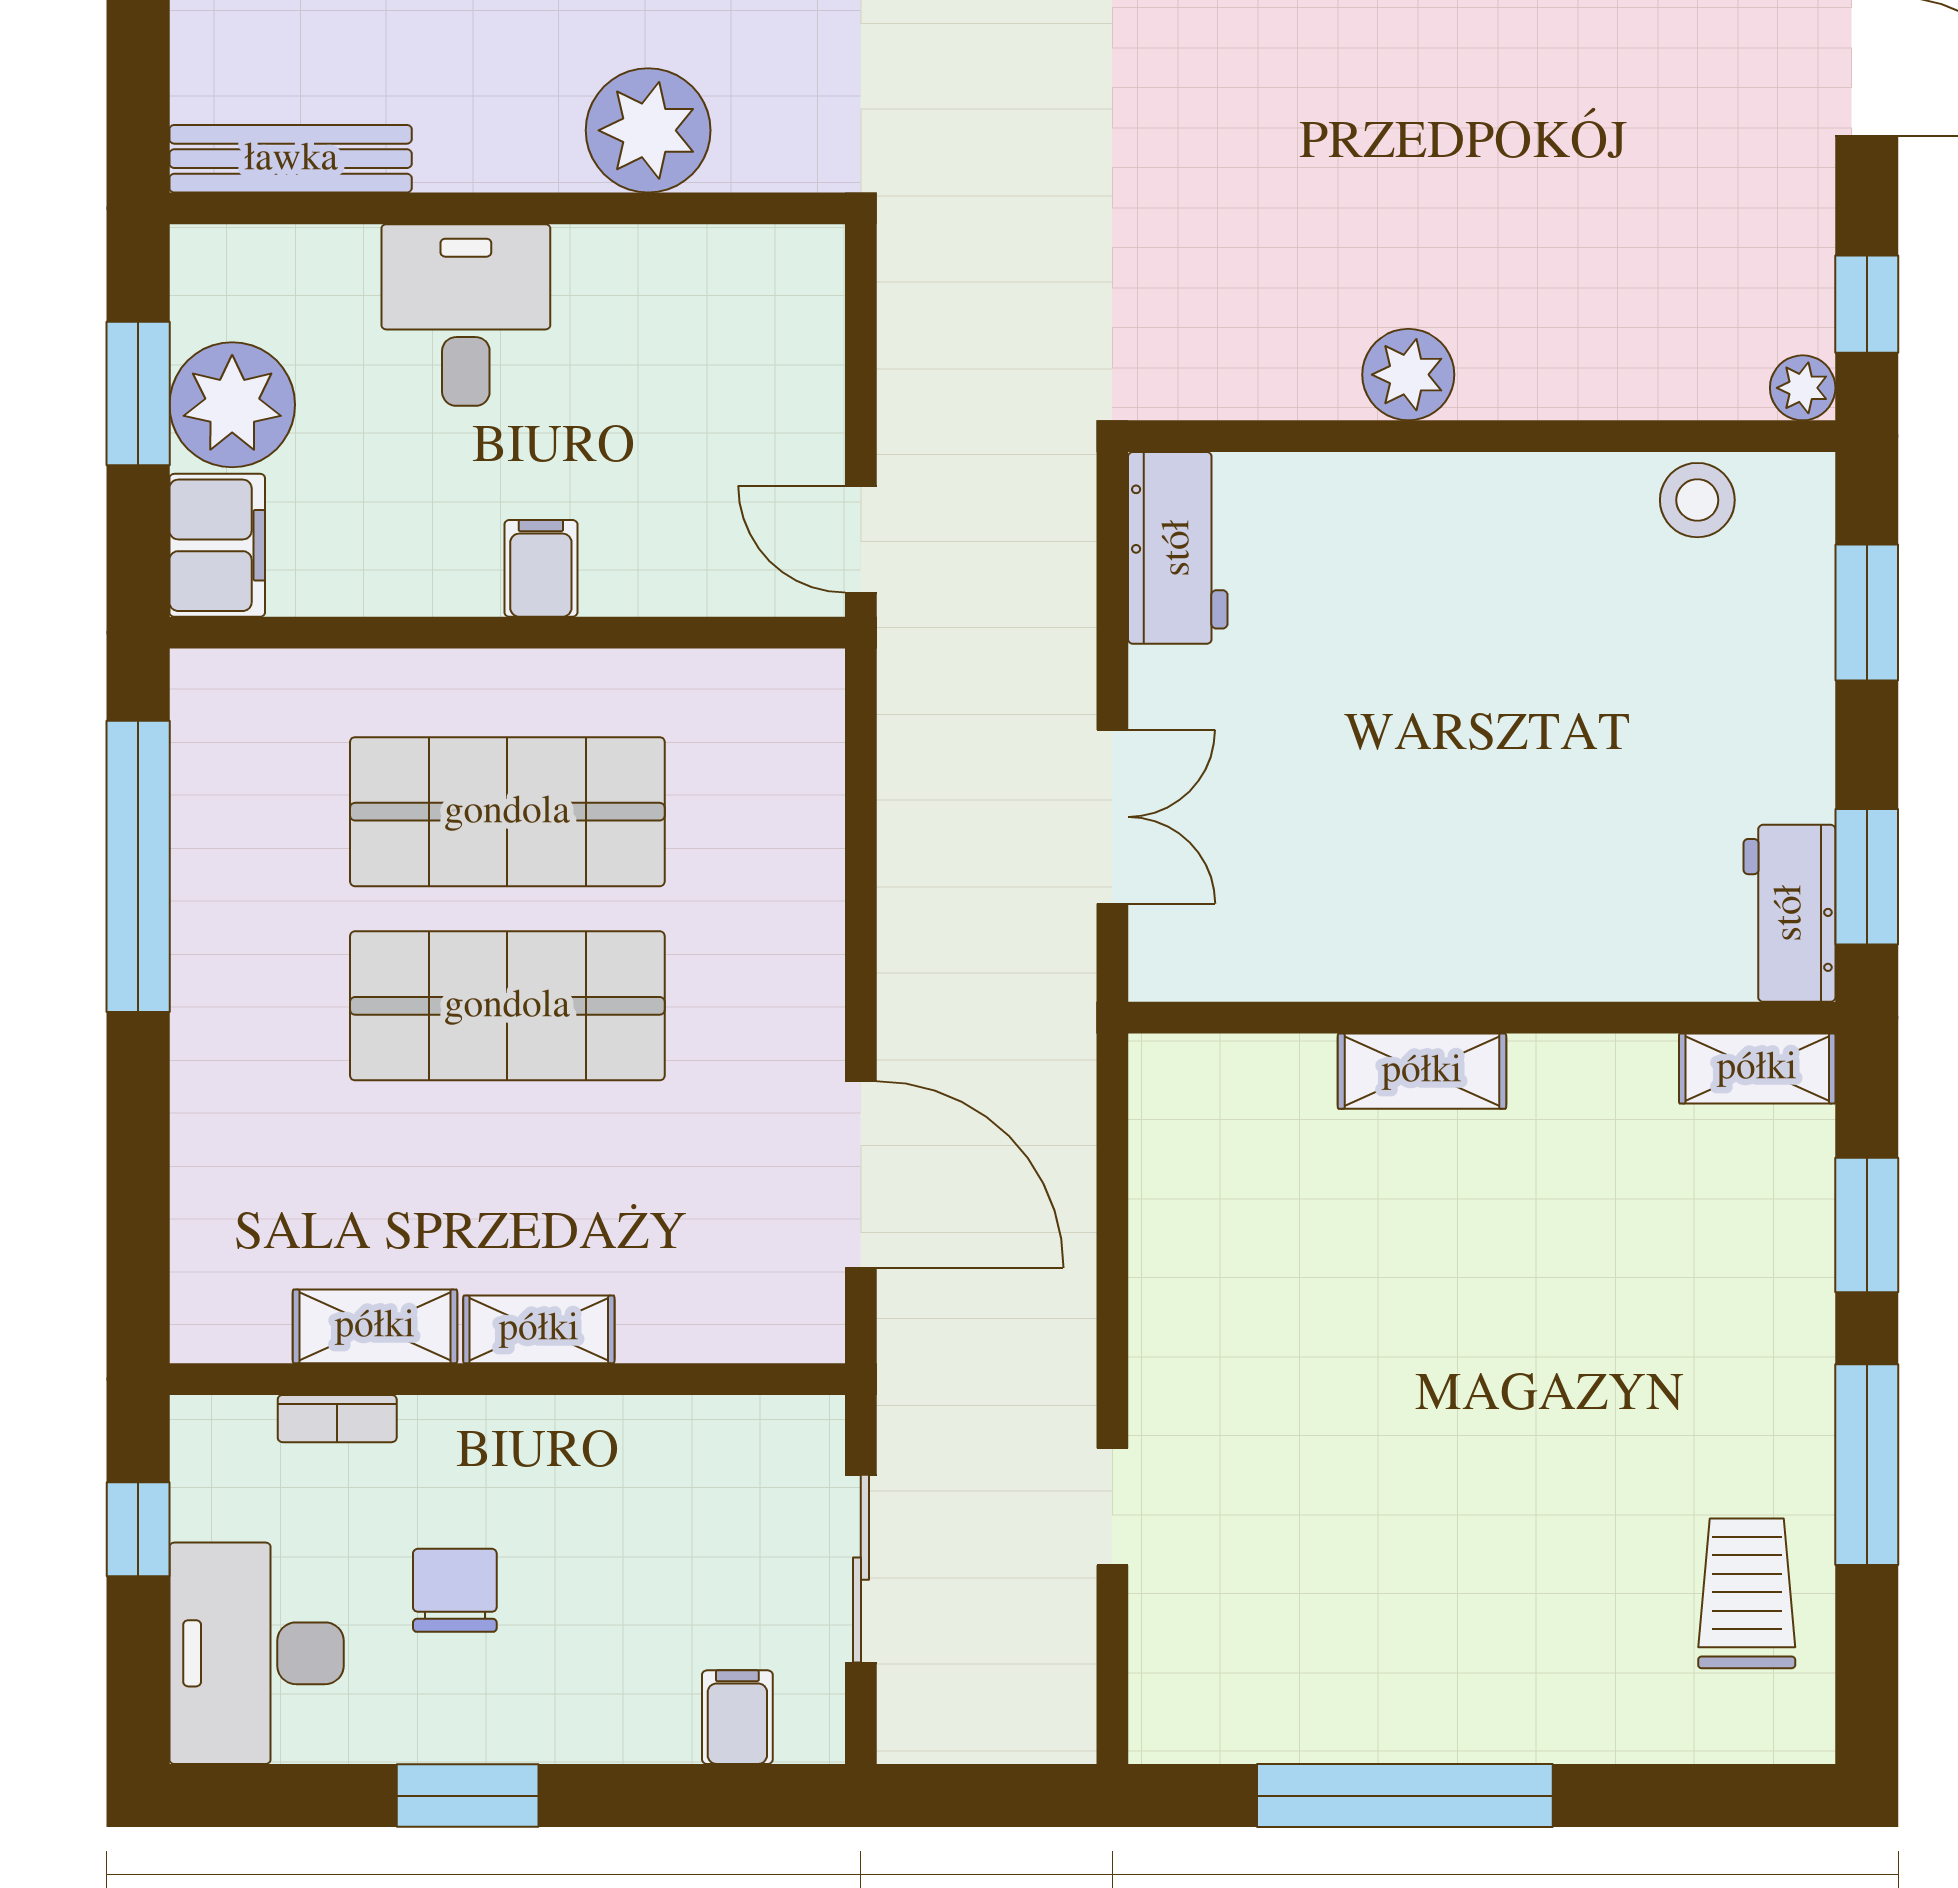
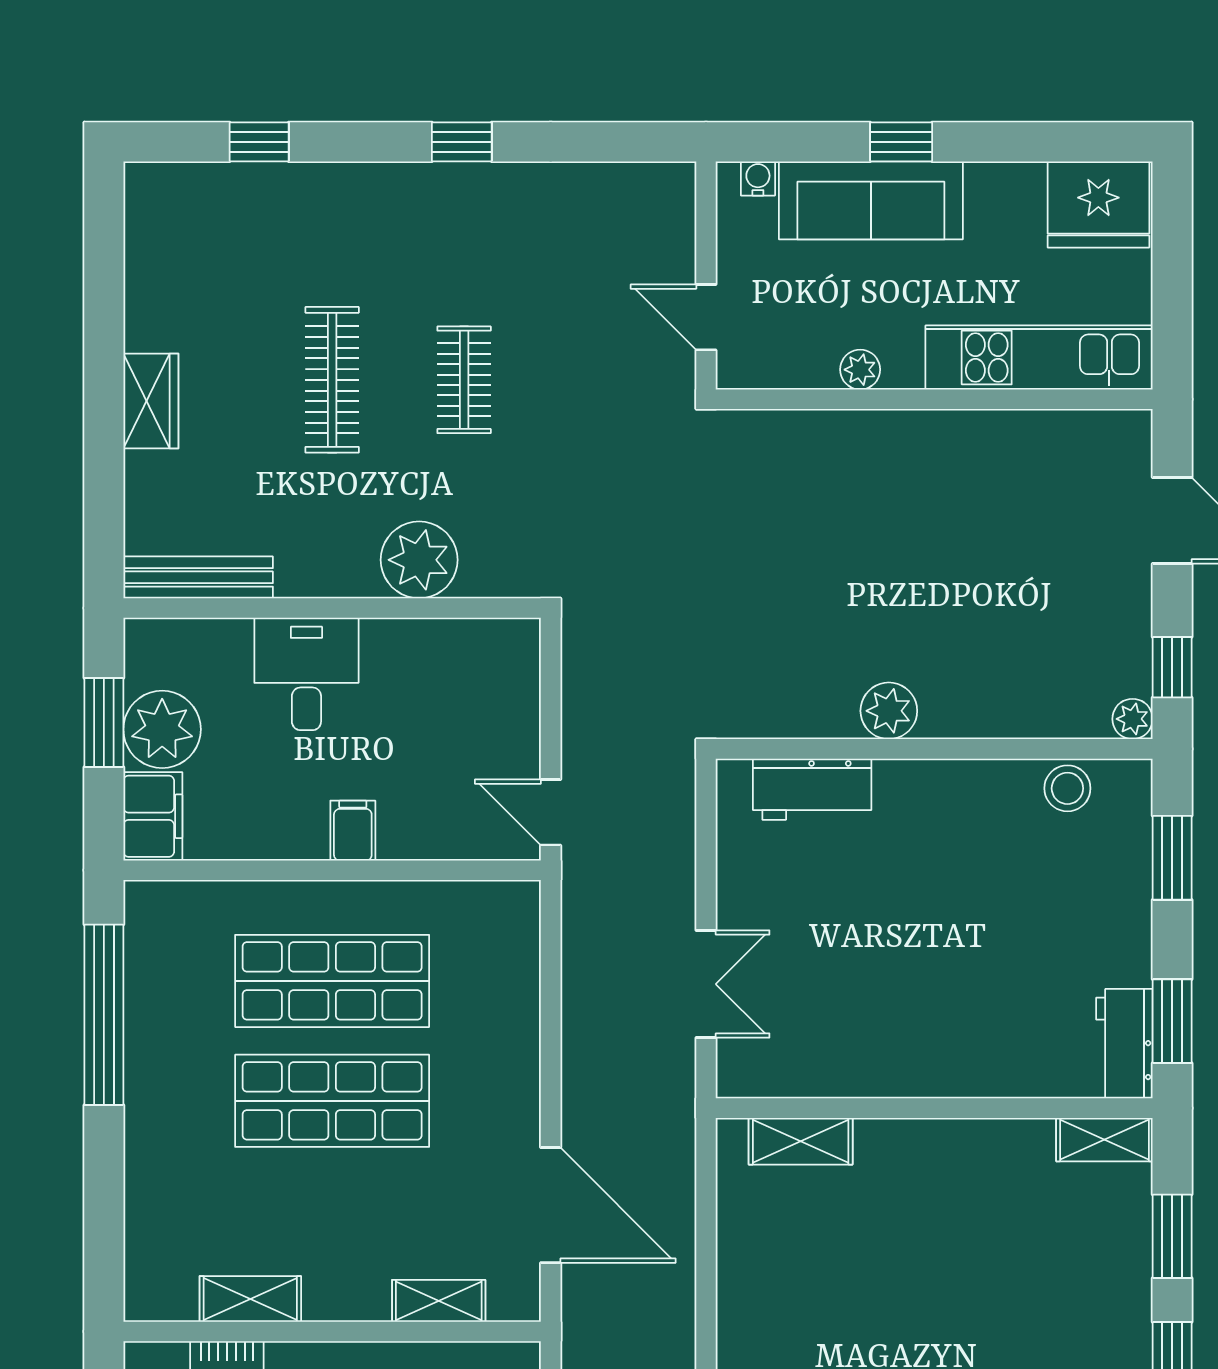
workbench: (1178, 548) -> (812, 789), moved, turned 90
shelving: (1422, 1071) -> (801, 1141), moved
shelving: (539, 1329) -> (439, 1301), moved

